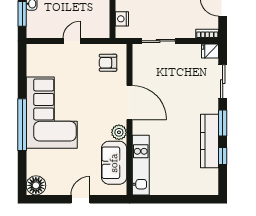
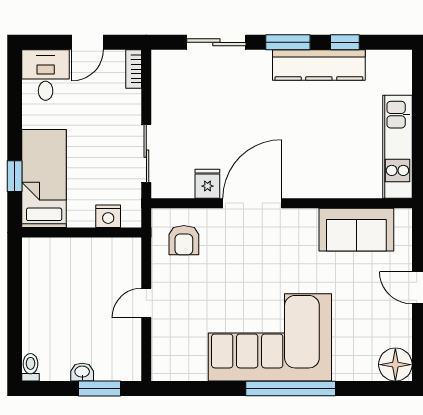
door: (72, 41) -> (146, 303), hinge flipped
fridge: (210, 51) -> (207, 184), moved, turned 180
plant: (119, 132) -> (304, 221), removed
kitchen unit: (141, 165) -> (397, 147), moved, turned -90

